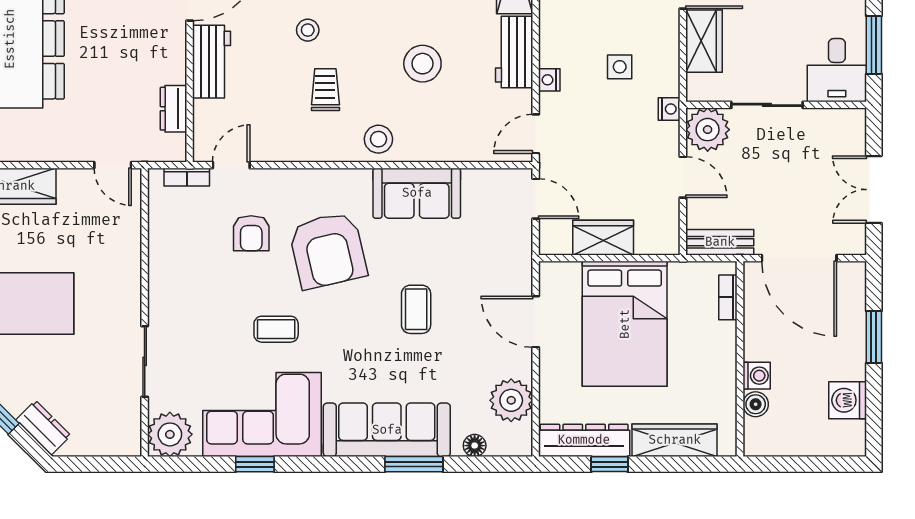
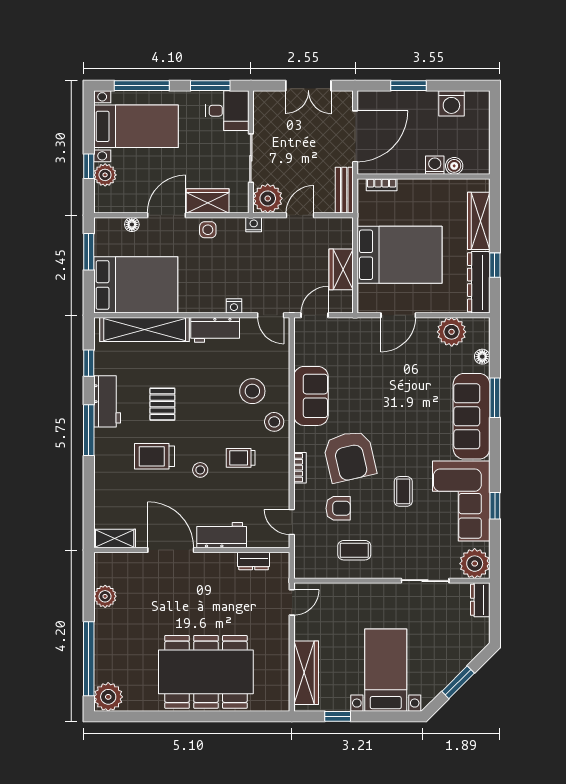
stool: (422, 64) -> (252, 391), moved
side table: (620, 67) -> (208, 230), moved
bookcase: (187, 177) -> (300, 468), moved
armchair: (328, 250) -> (350, 456), turned 90
coffee table: (416, 309) -> (354, 550), moved
dresser: (43, 428) -> (480, 600), moved, turned -45

